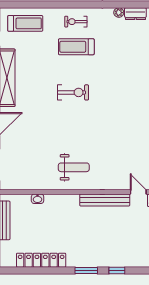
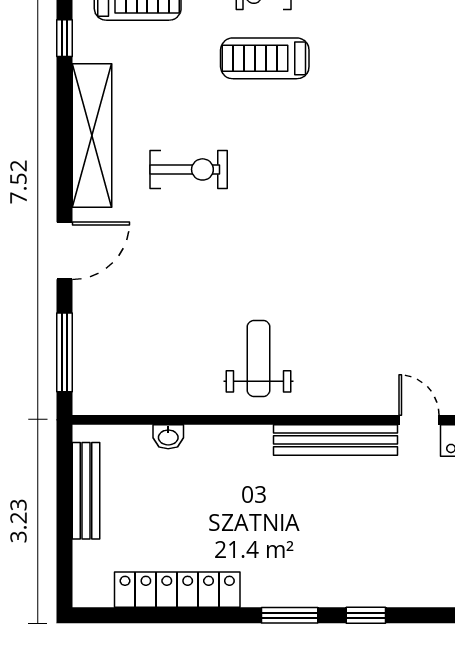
exercise bike: (73, 92) -> (189, 169), moved
weight bench: (74, 167) -> (259, 358), turned -90

